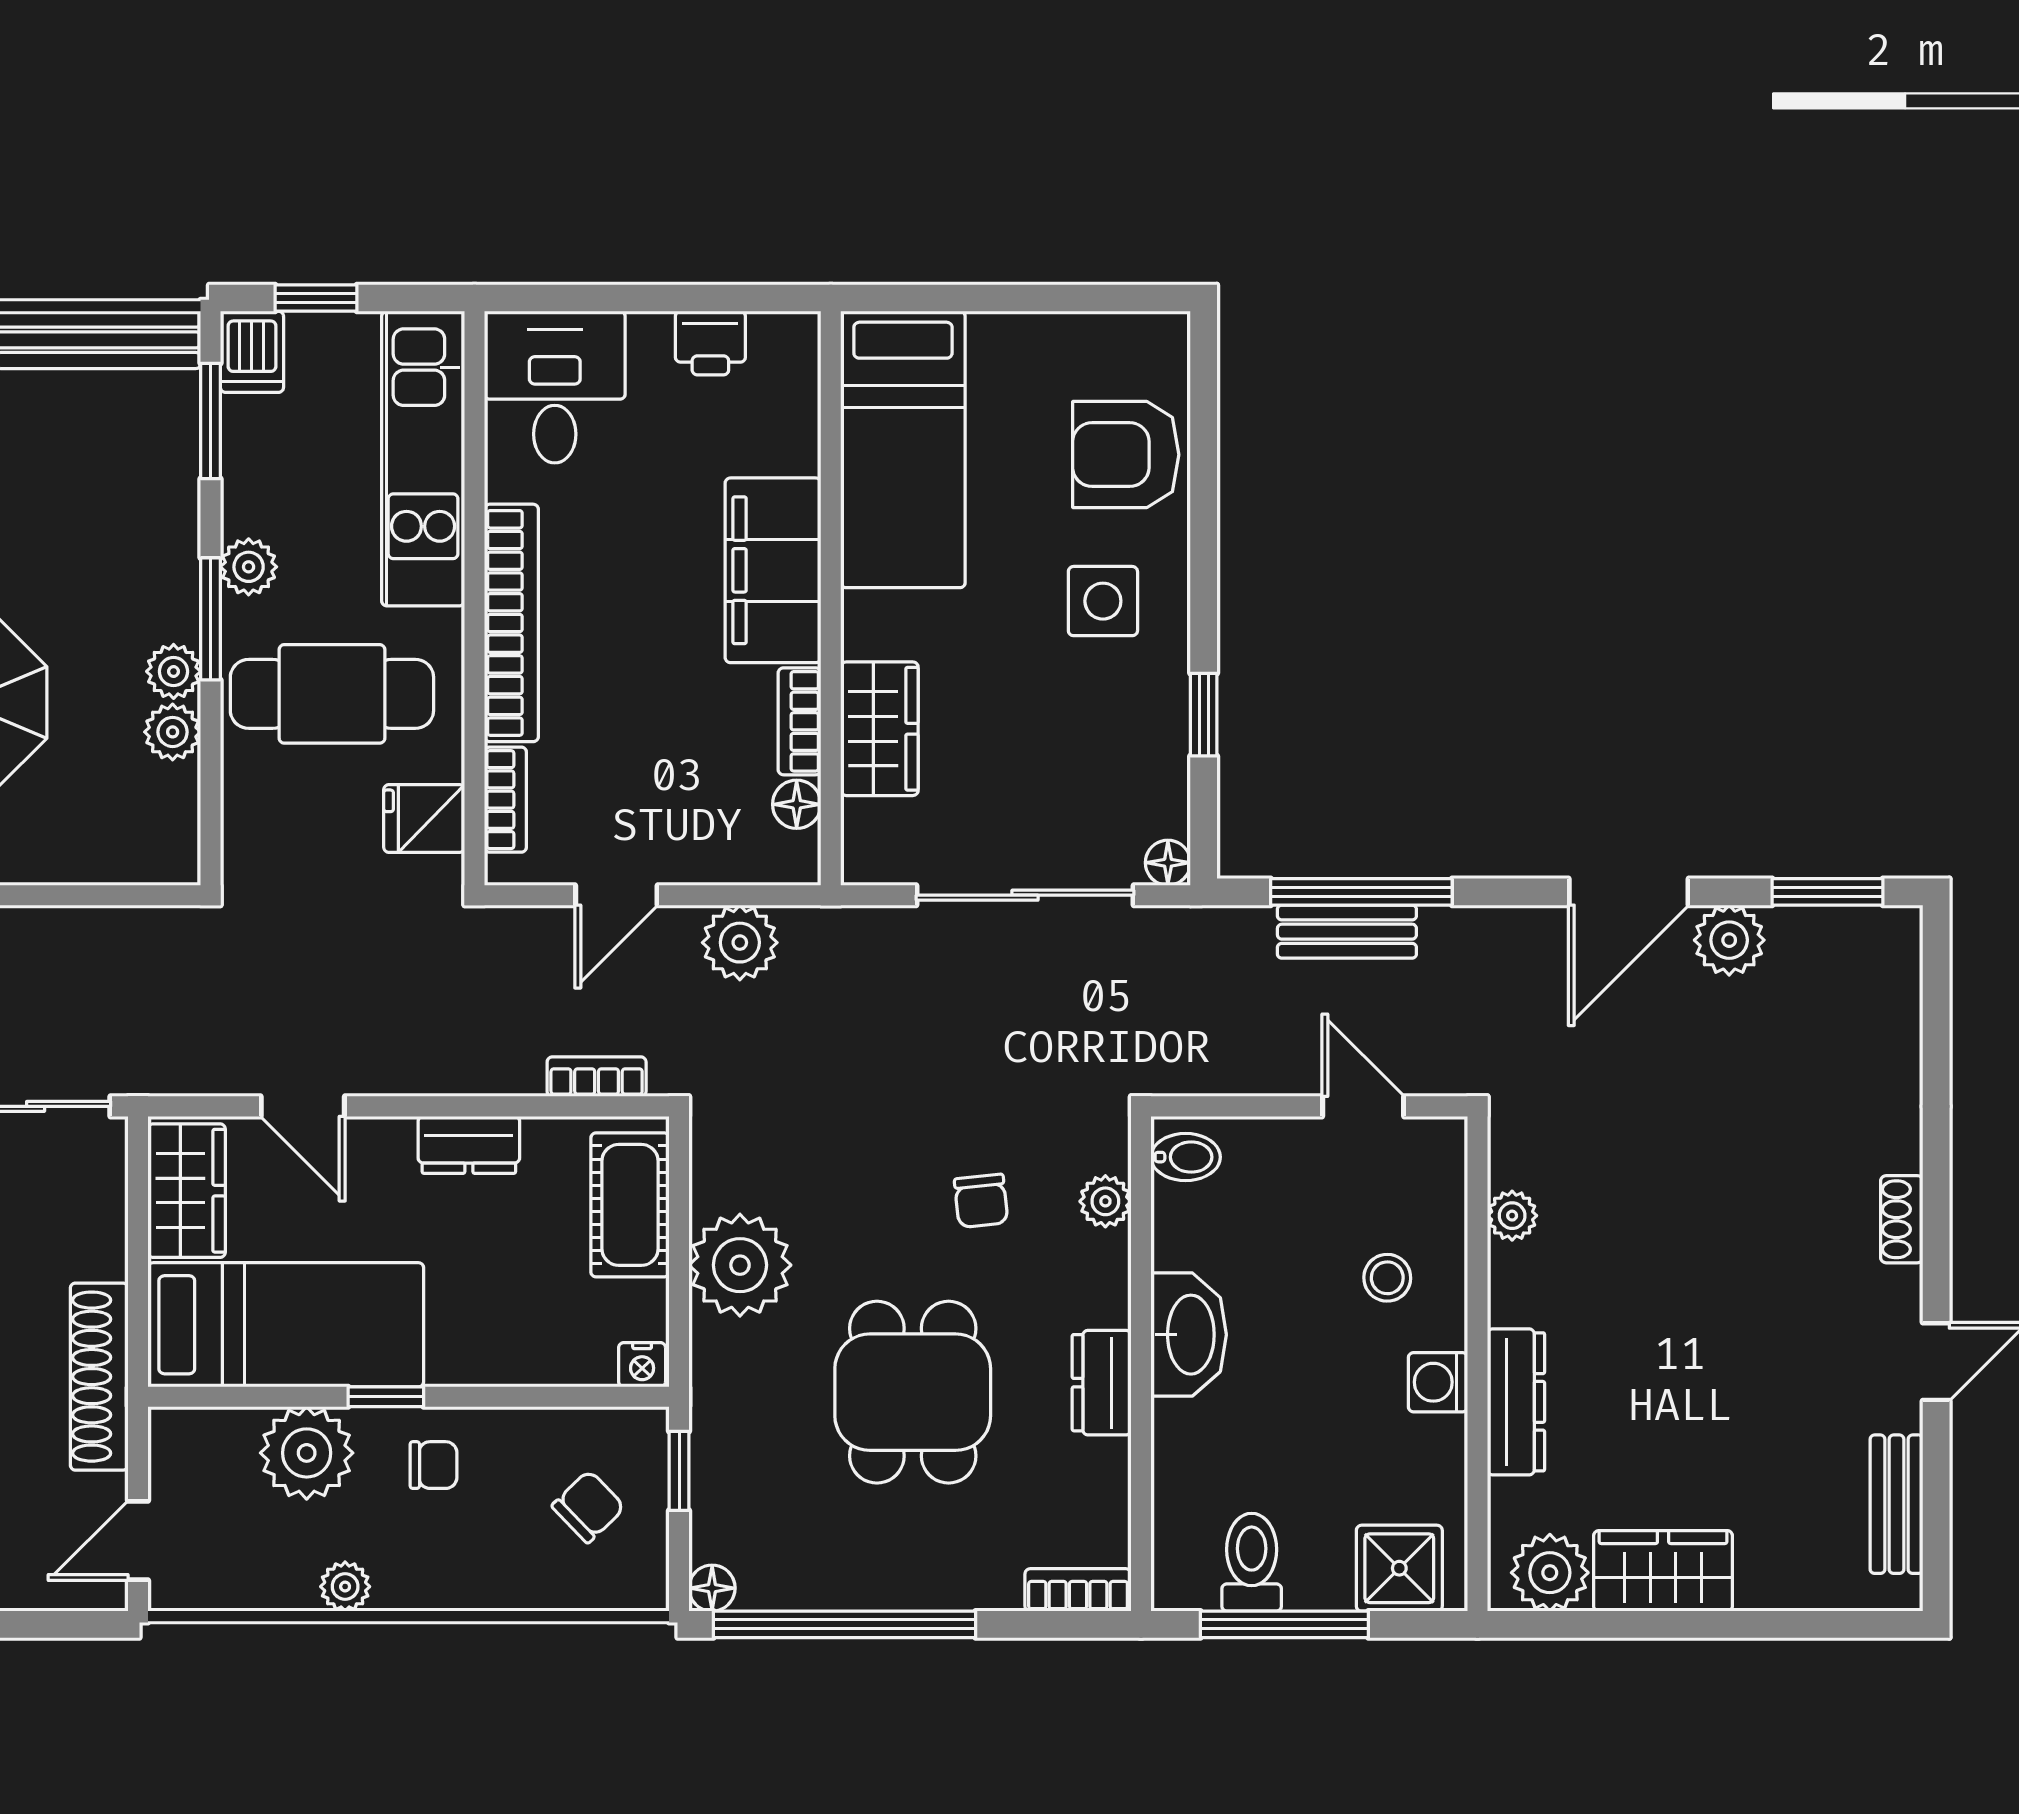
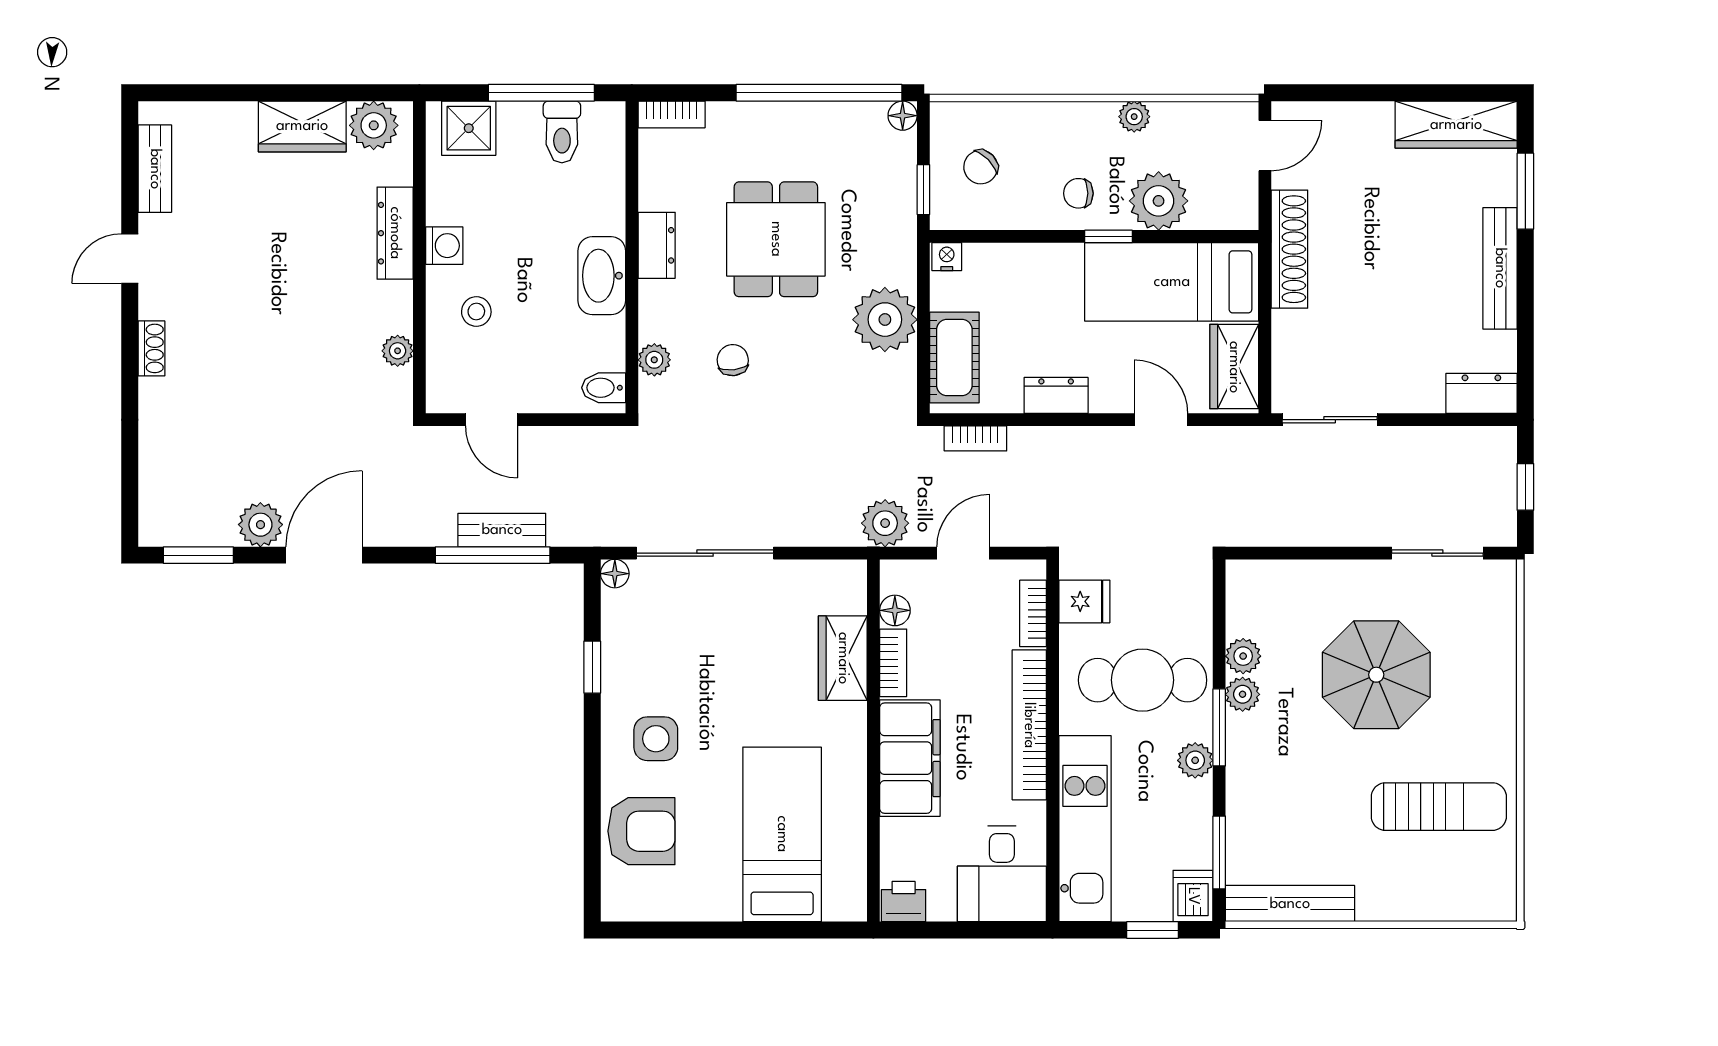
filing cabinet: (773, 570) -> (910, 758), moved
wall: (831, 598) -> (873, 740), moved
bookcase: (800, 721) -> (893, 663), moved
wardrobe: (879, 729) -> (843, 658), moved
floor lamp: (797, 804) -> (895, 610), moved

